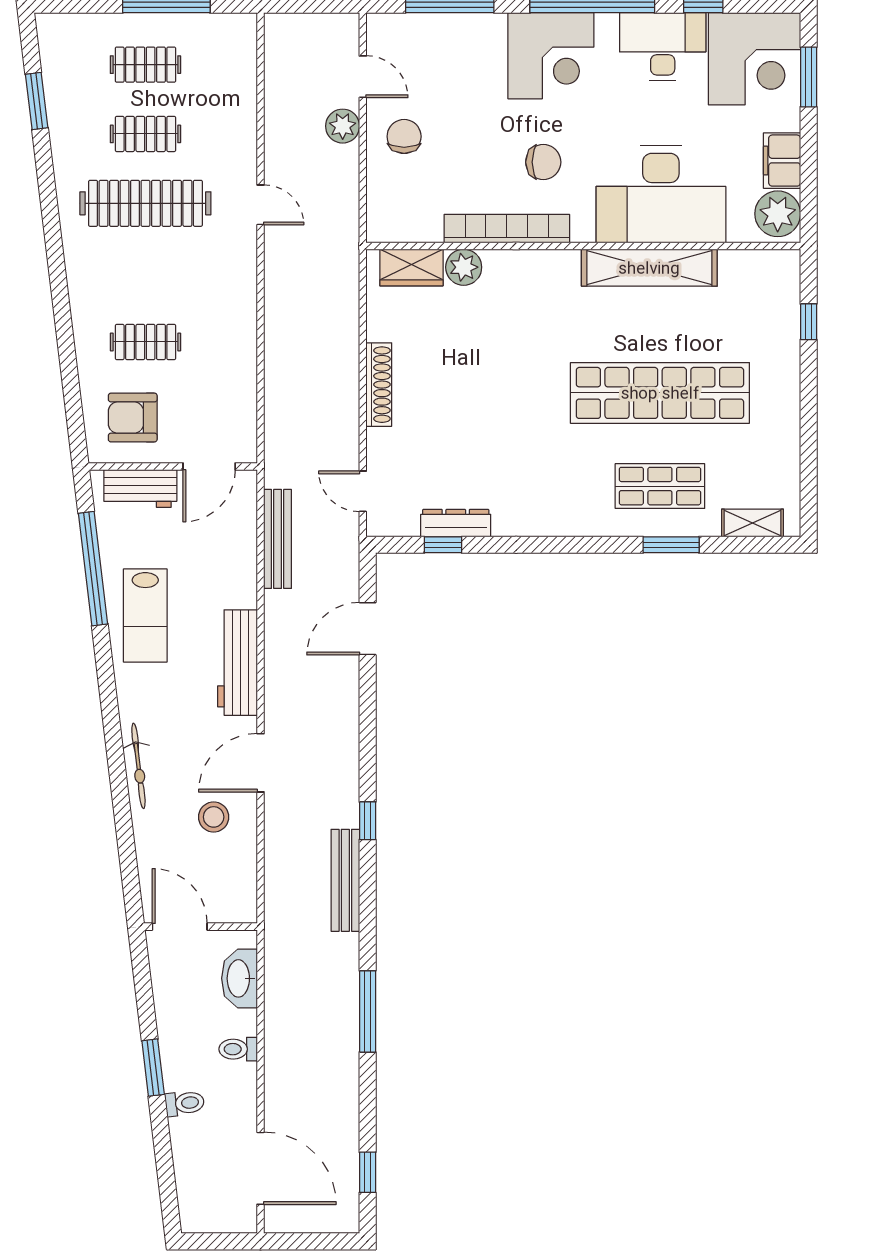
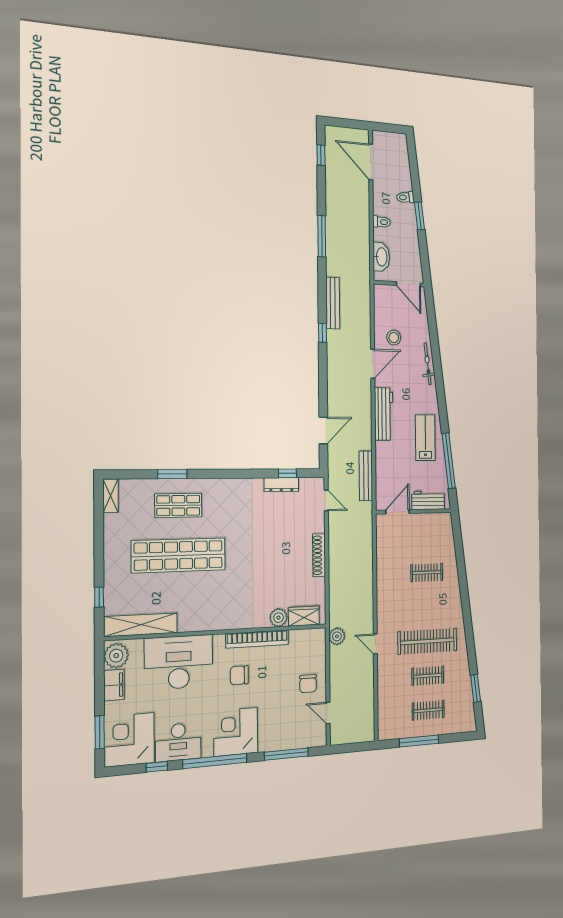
plant: (343, 126) -> (337, 636), moved
shelving: (649, 268) -> (141, 625), moved
armchair: (133, 418) -> (432, 535), removed
shelving: (753, 523) -> (111, 496), moved, turned 90

